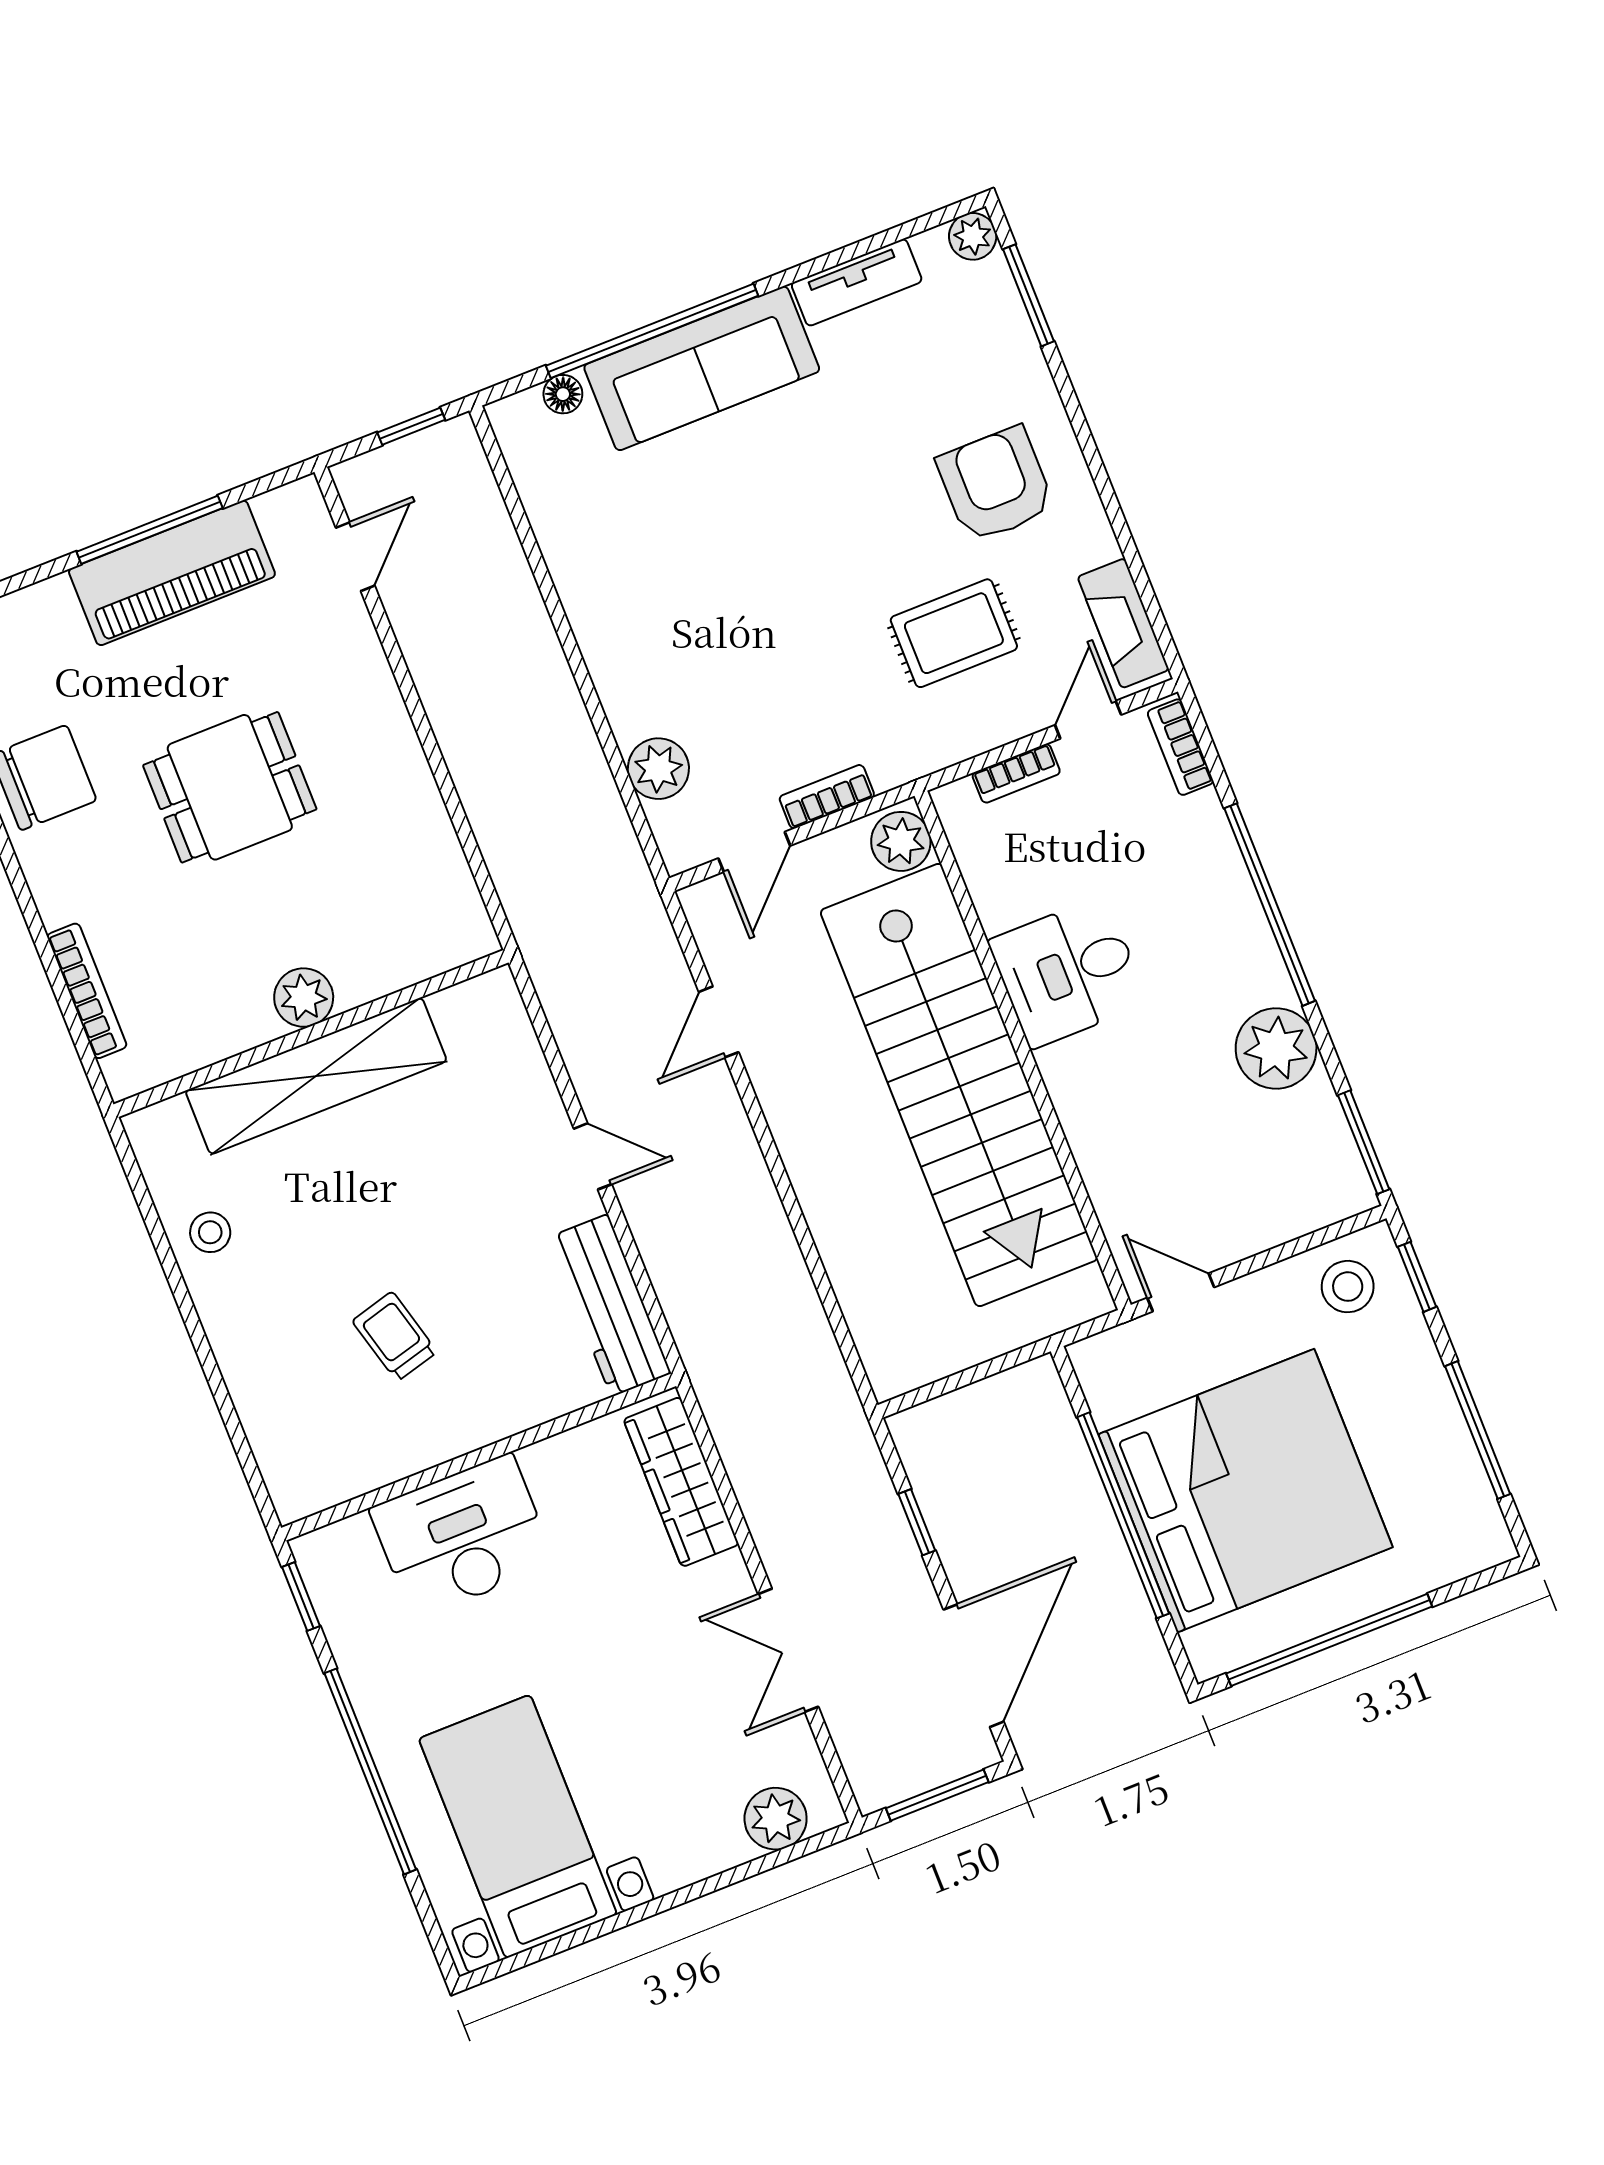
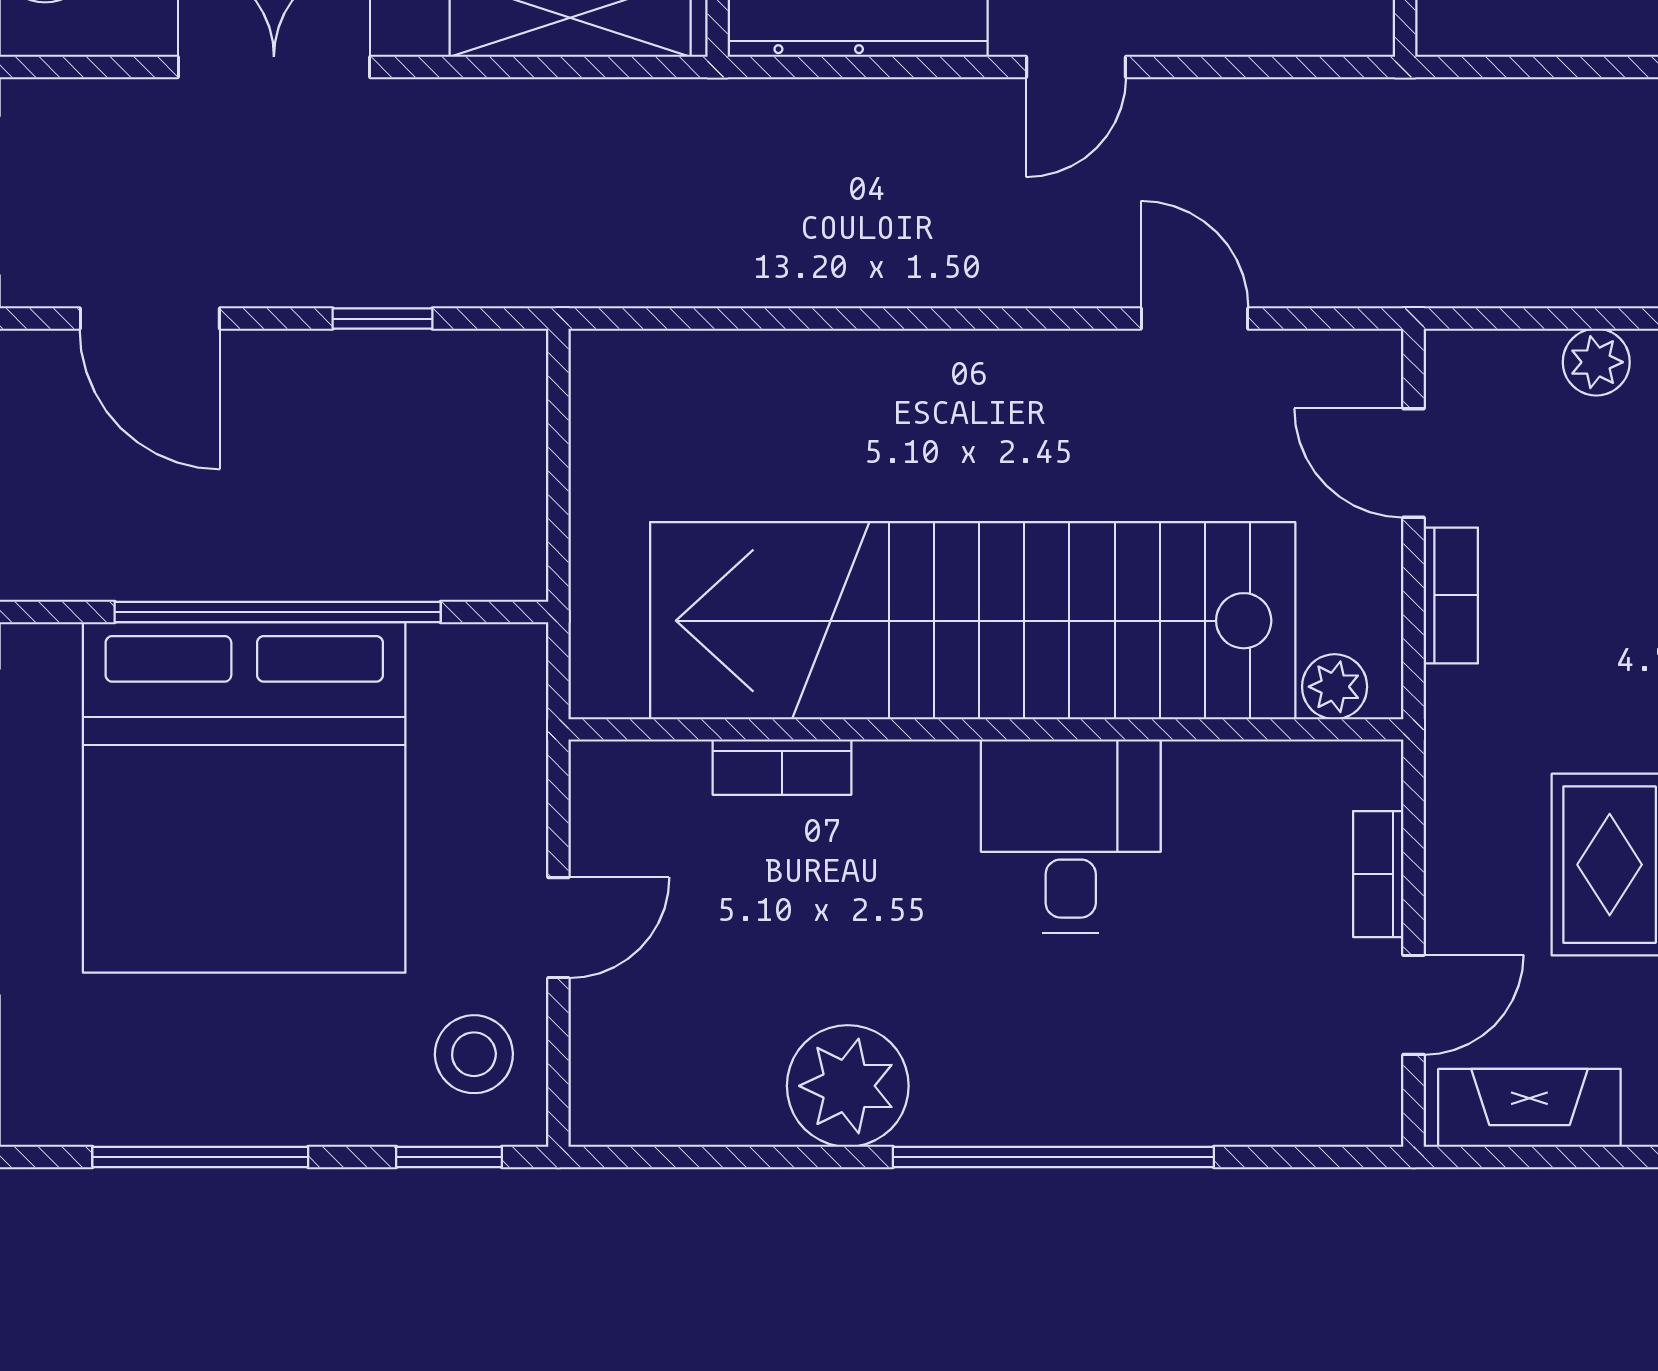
door: (1088, 720) -> (1414, 1005), hinge flipped
bookcase: (1180, 747) -> (782, 767), moved, turned 180
plant: (658, 769) -> (1596, 362), width x0.73, depth x0.73
plant: (901, 841) -> (1335, 687), width x0.73, depth x0.73
window: (1364, 1142) -> (668, 1157), removed
door: (1181, 1292) -> (558, 928), moved
door: (974, 1666) -> (150, 319), width x0.73

